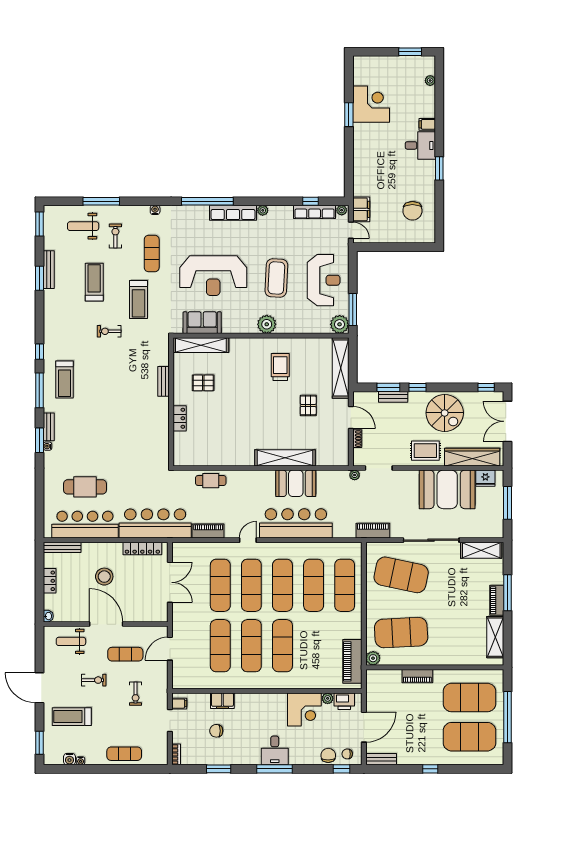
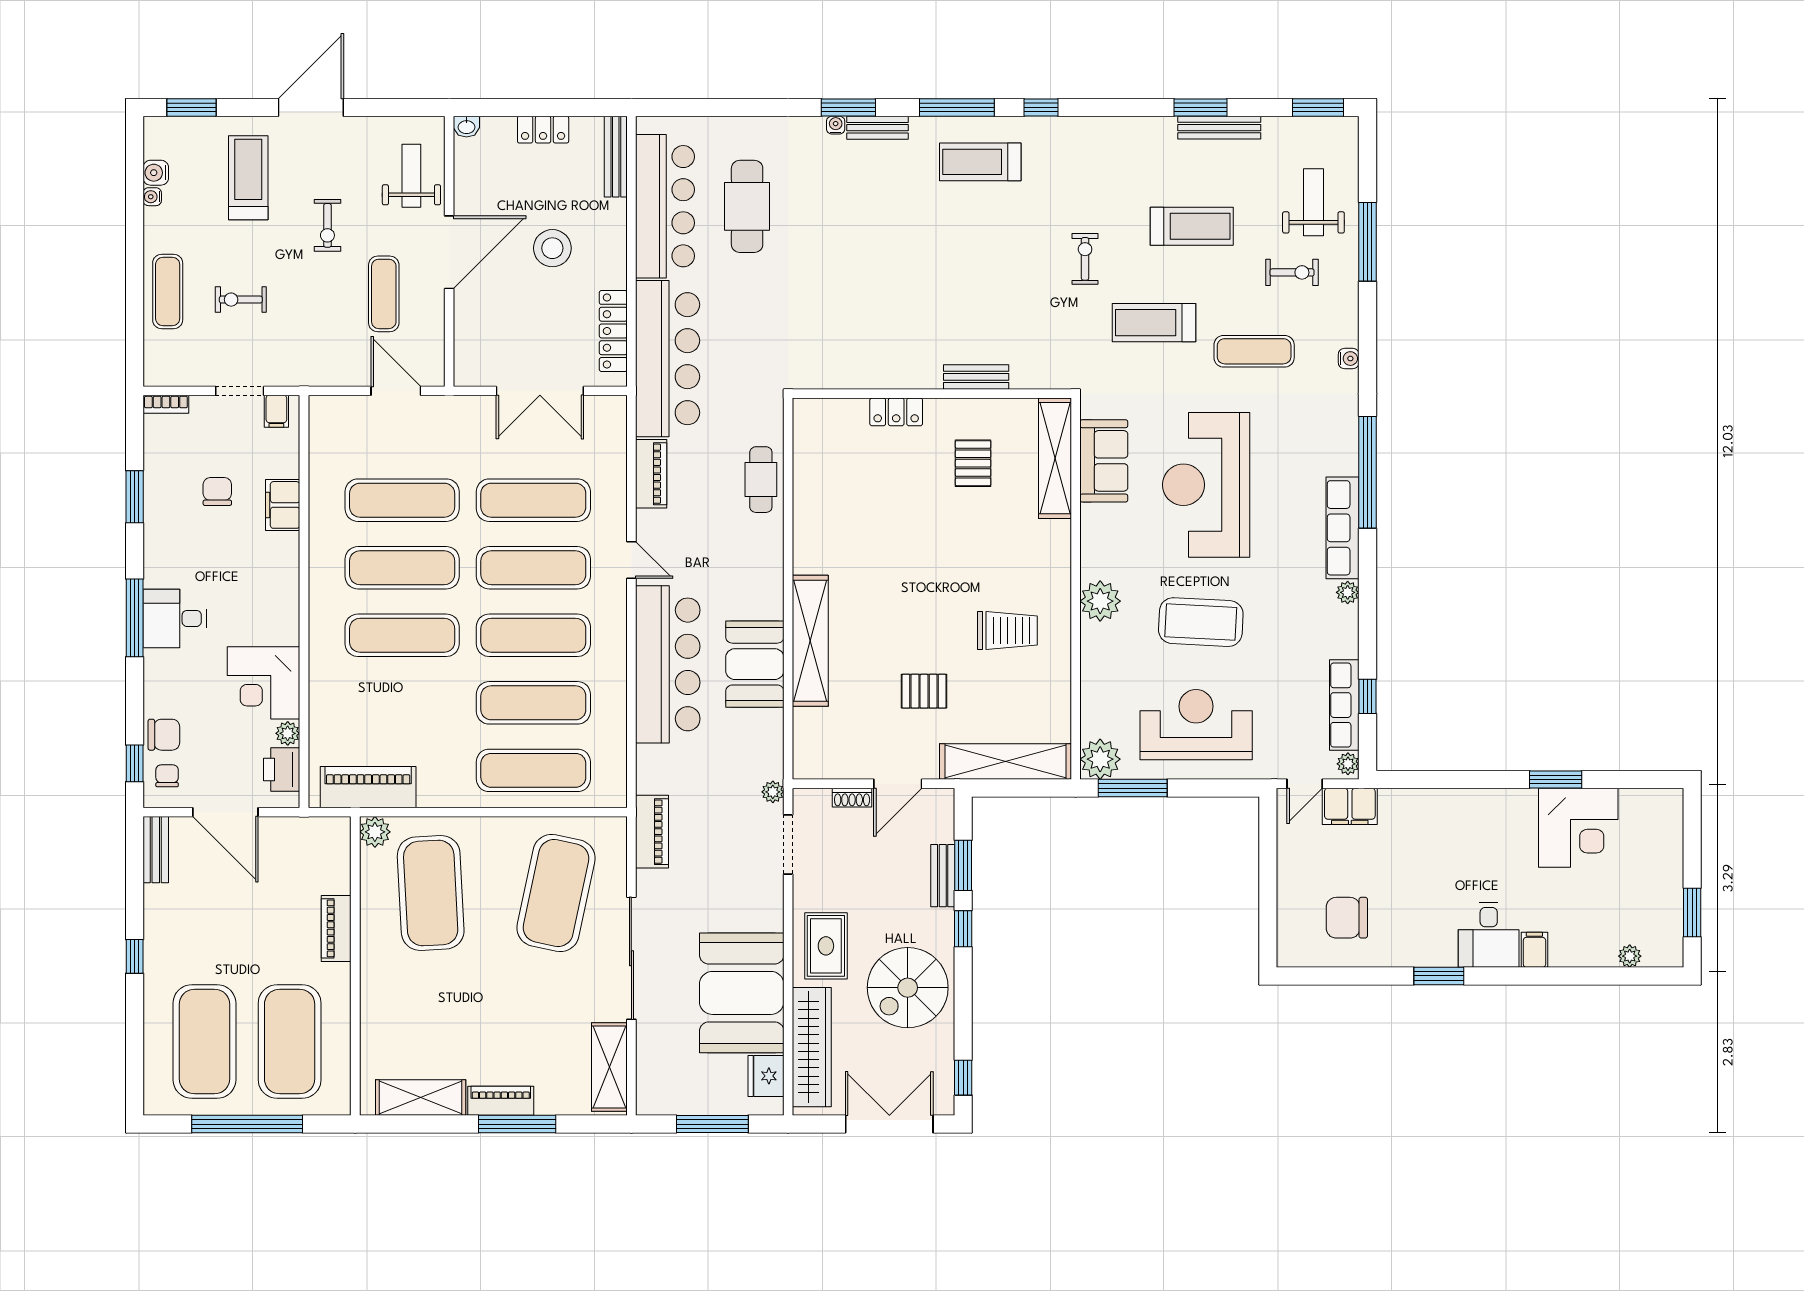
reception desk: (324, 280) -> (1196, 725), turned 180
exercise bike: (136, 694) -> (241, 300), moved

